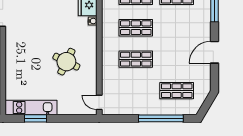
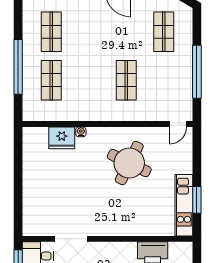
shop shelf: (136, 28) -> (89, 80), removed
round table: (66, 62) -> (129, 163), width x1.36, depth x1.36
window: (161, 118) -> (197, 72), moved

